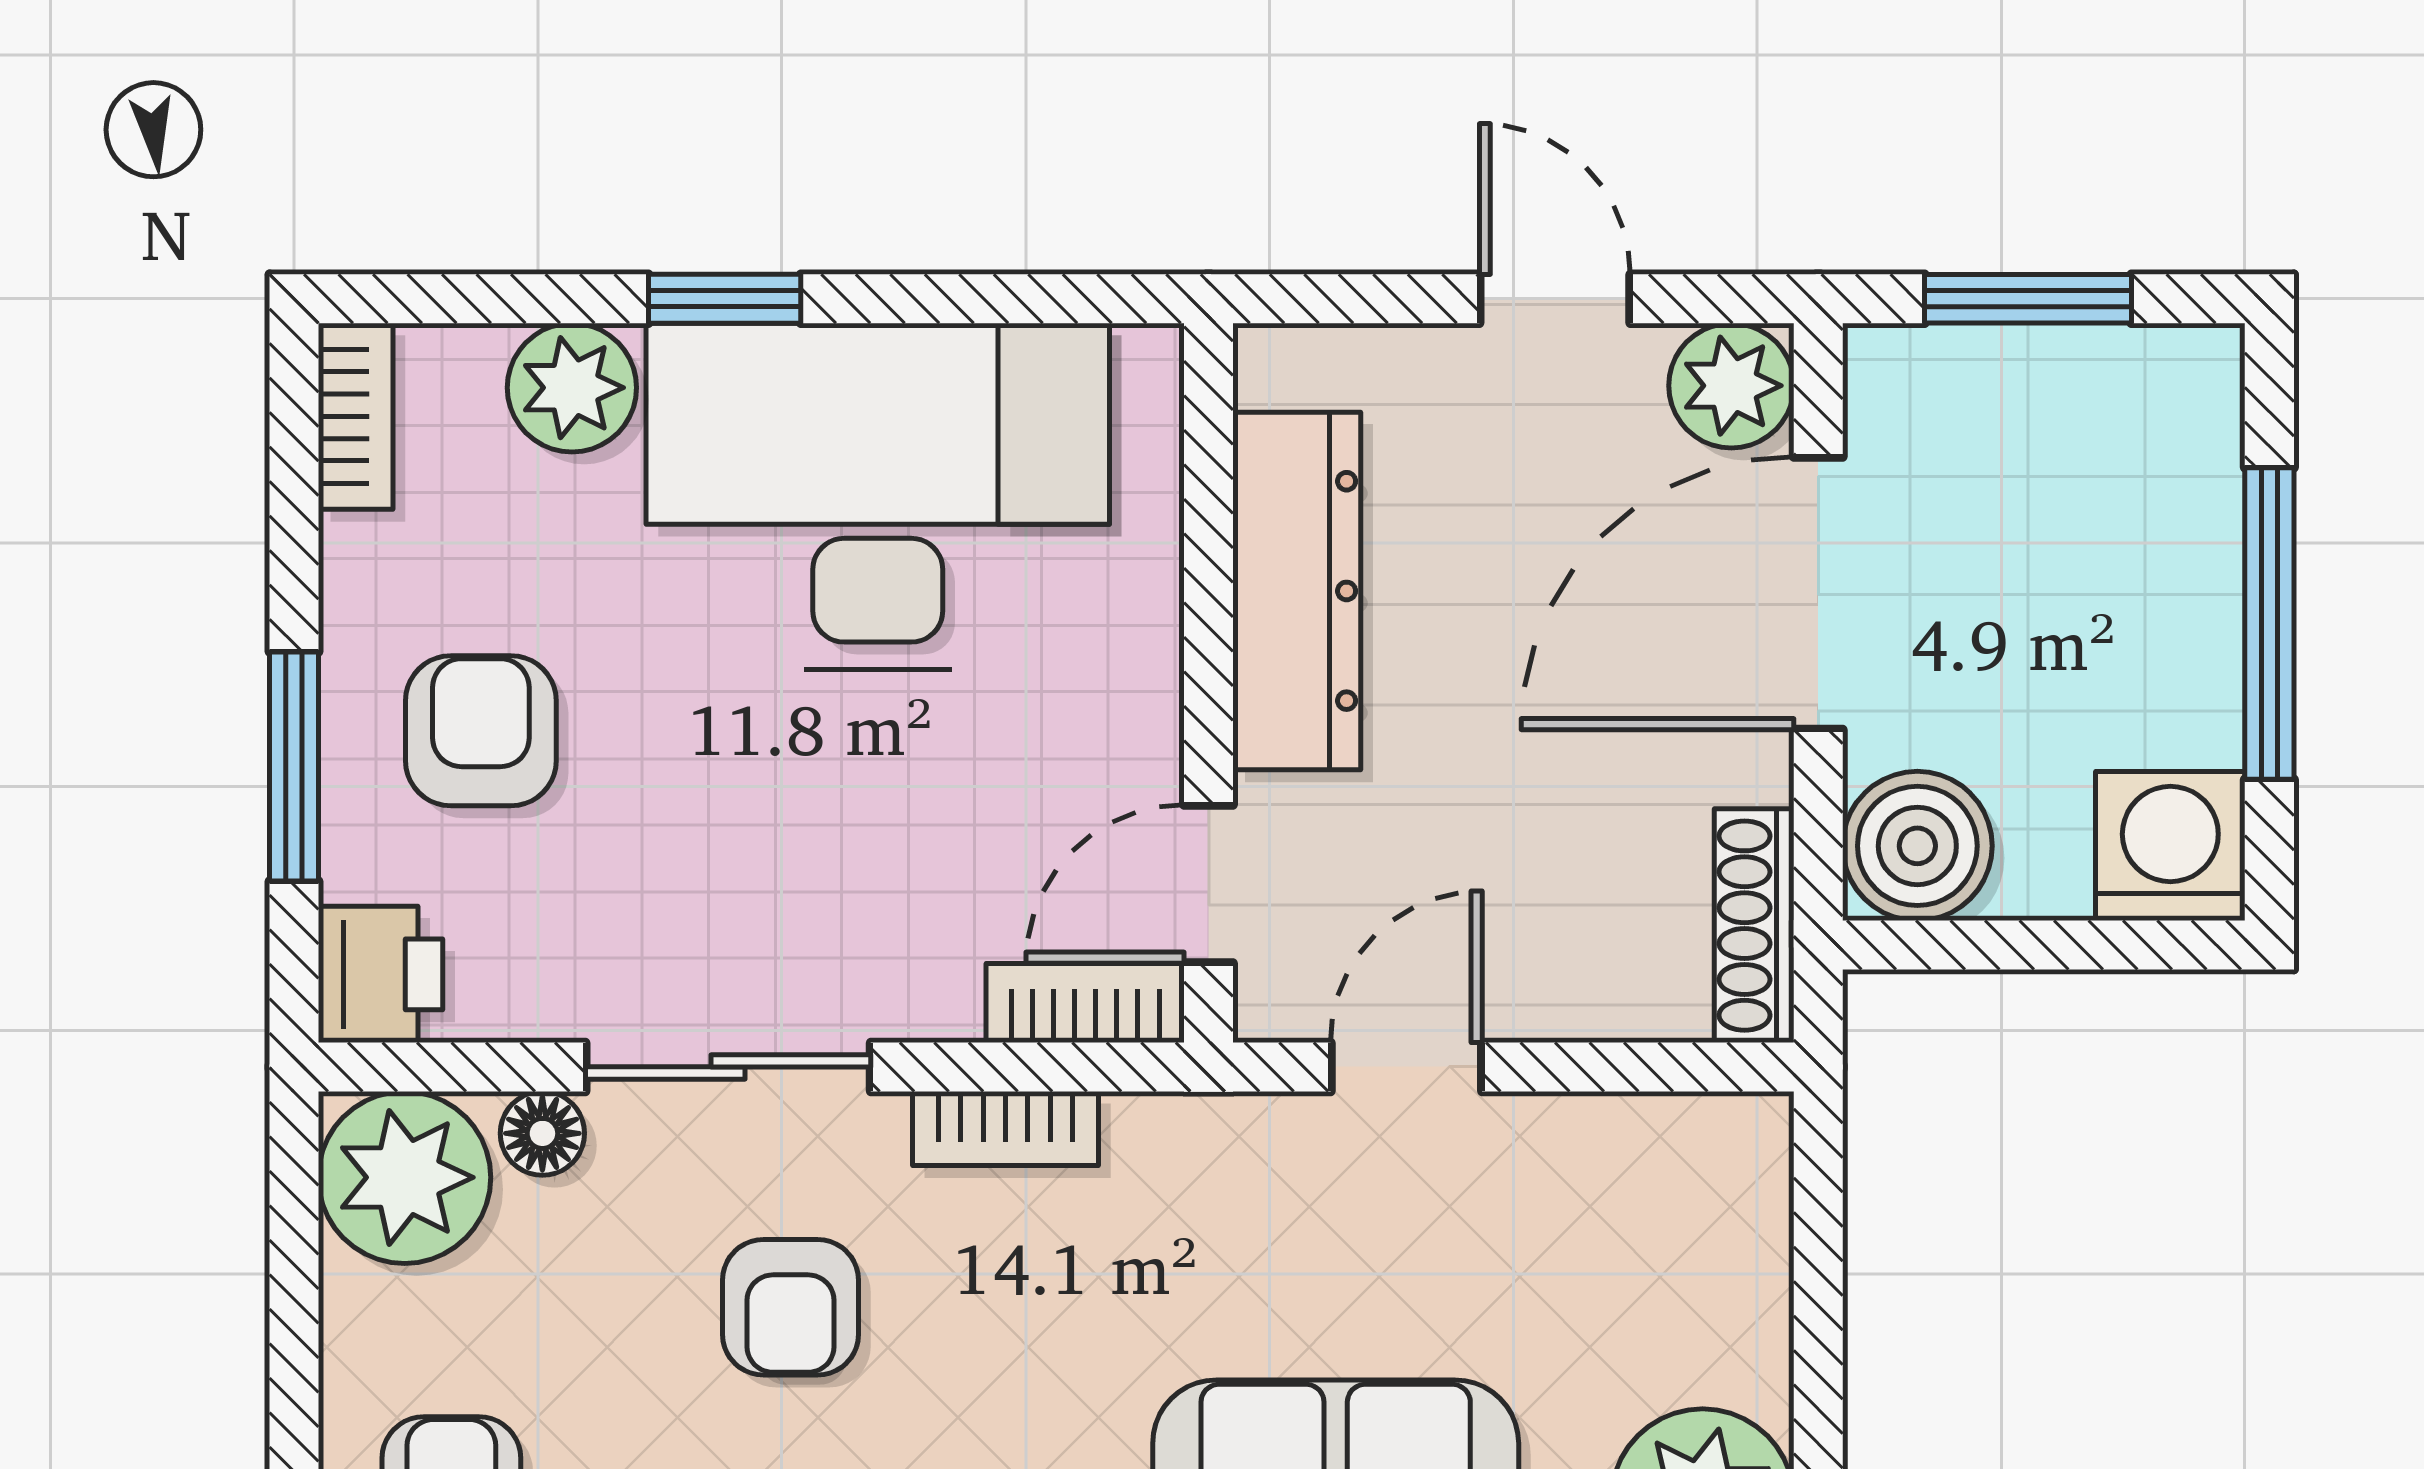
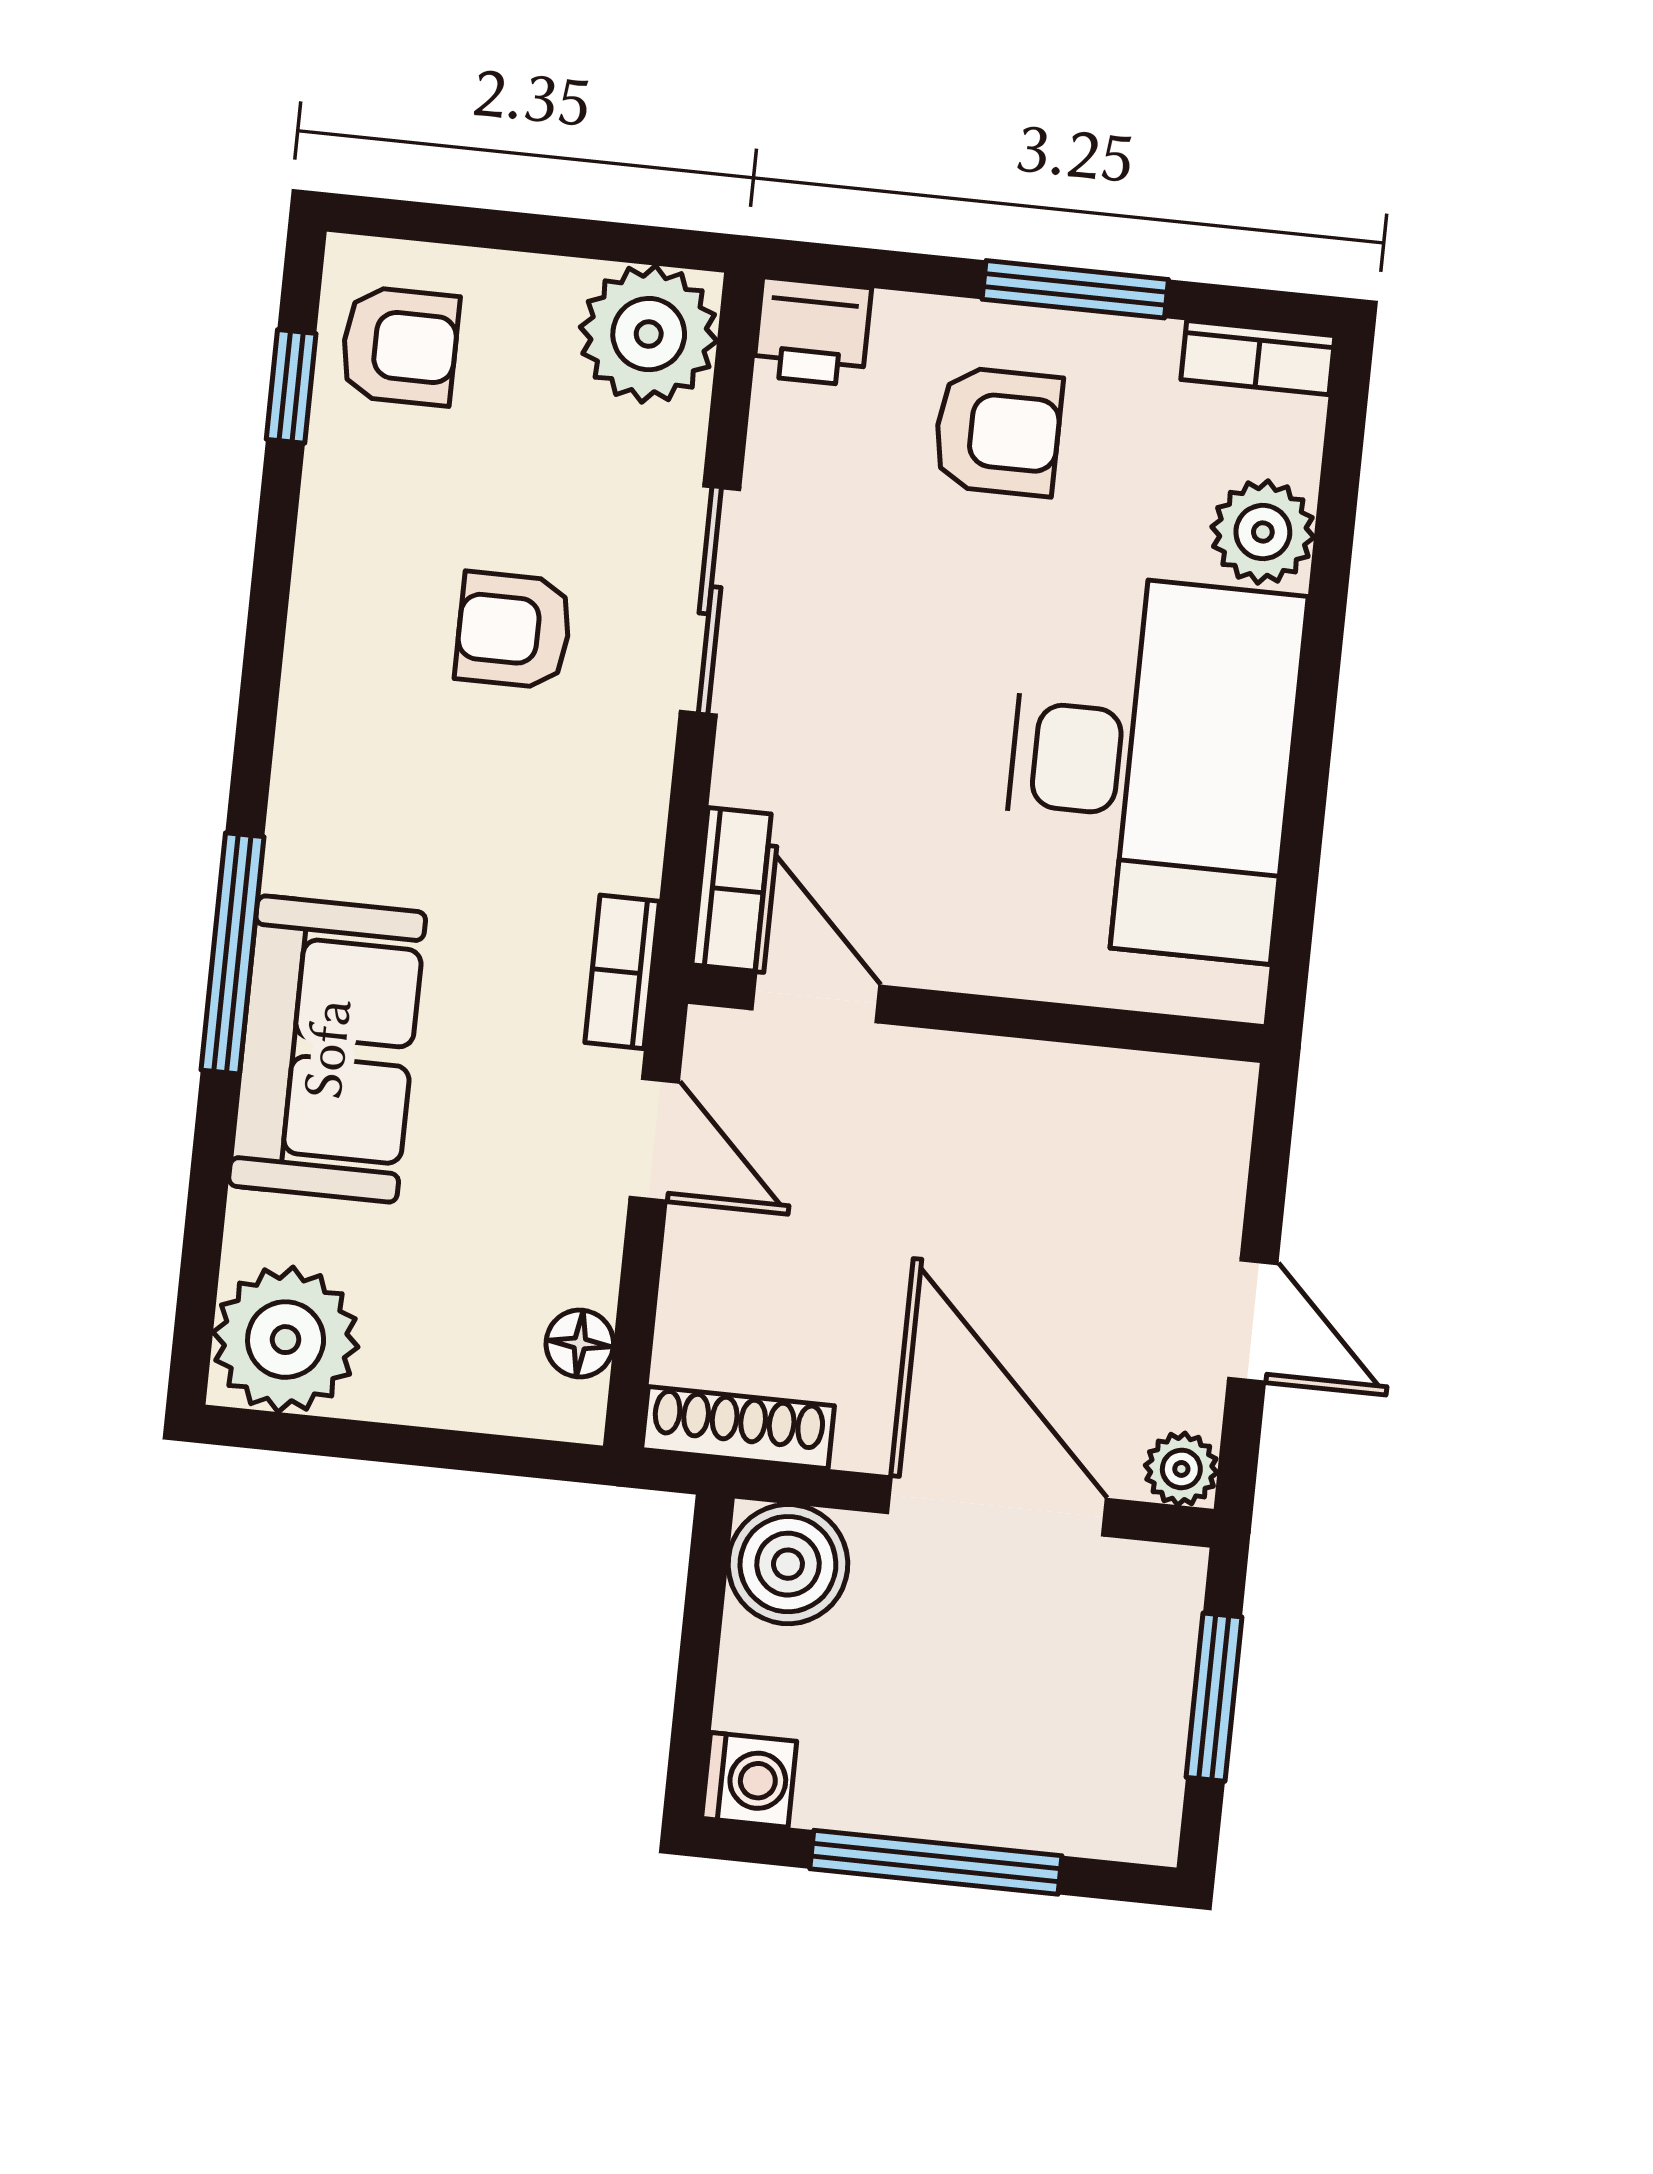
window: (725, 299) -> (1321, 661), removed
door: (1555, 299) -> (1253, 1321), hinge flipped
plant: (1731, 386) -> (1181, 1469), width x0.73, depth x0.73
dresser: (1297, 591) -> (1042, 1092), removed
window: (294, 767) -> (1075, 289), moved
washing machine: (2170, 846) -> (749, 1780), width x0.73, depth x0.73
bookcase: (1005, 1129) -> (622, 972), moved
floor lamp: (542, 1133) -> (580, 1343), moved

